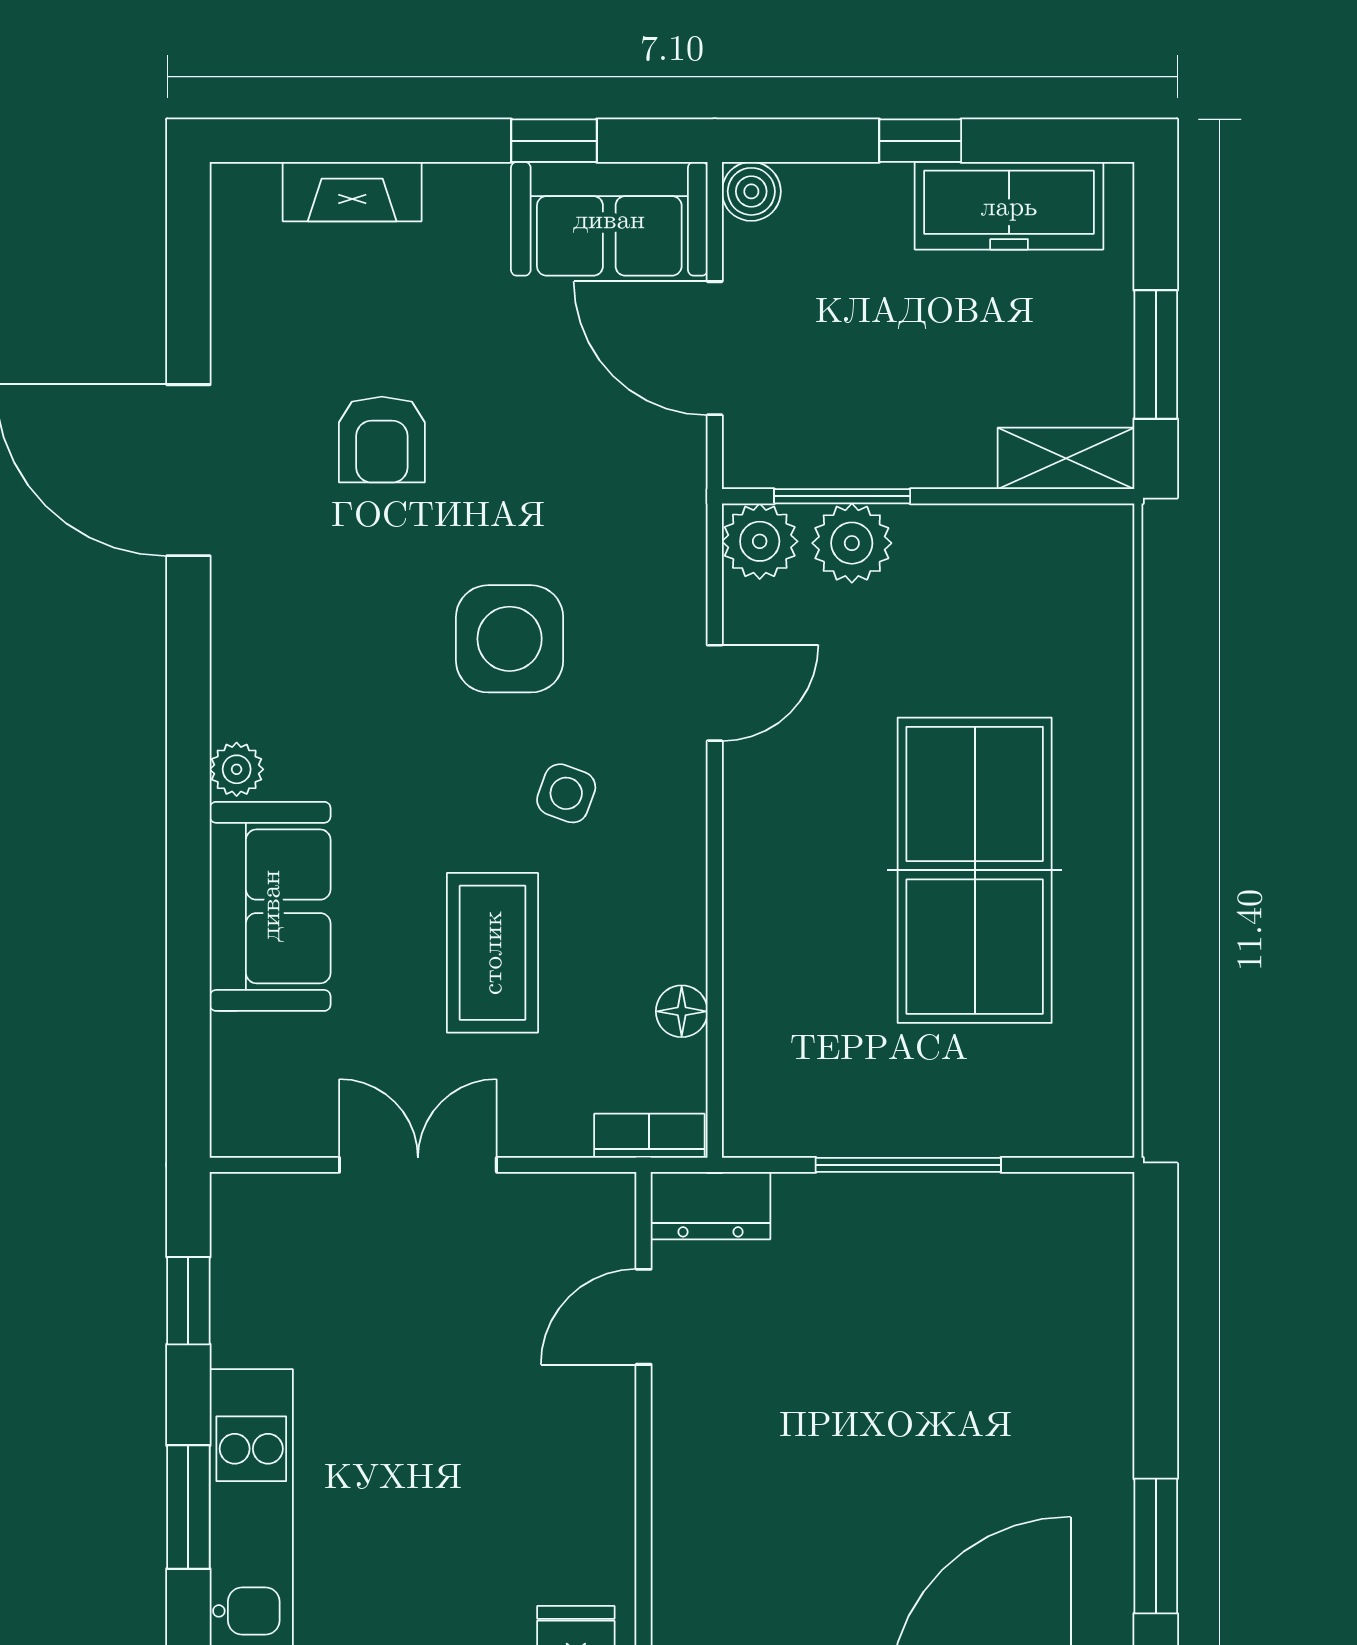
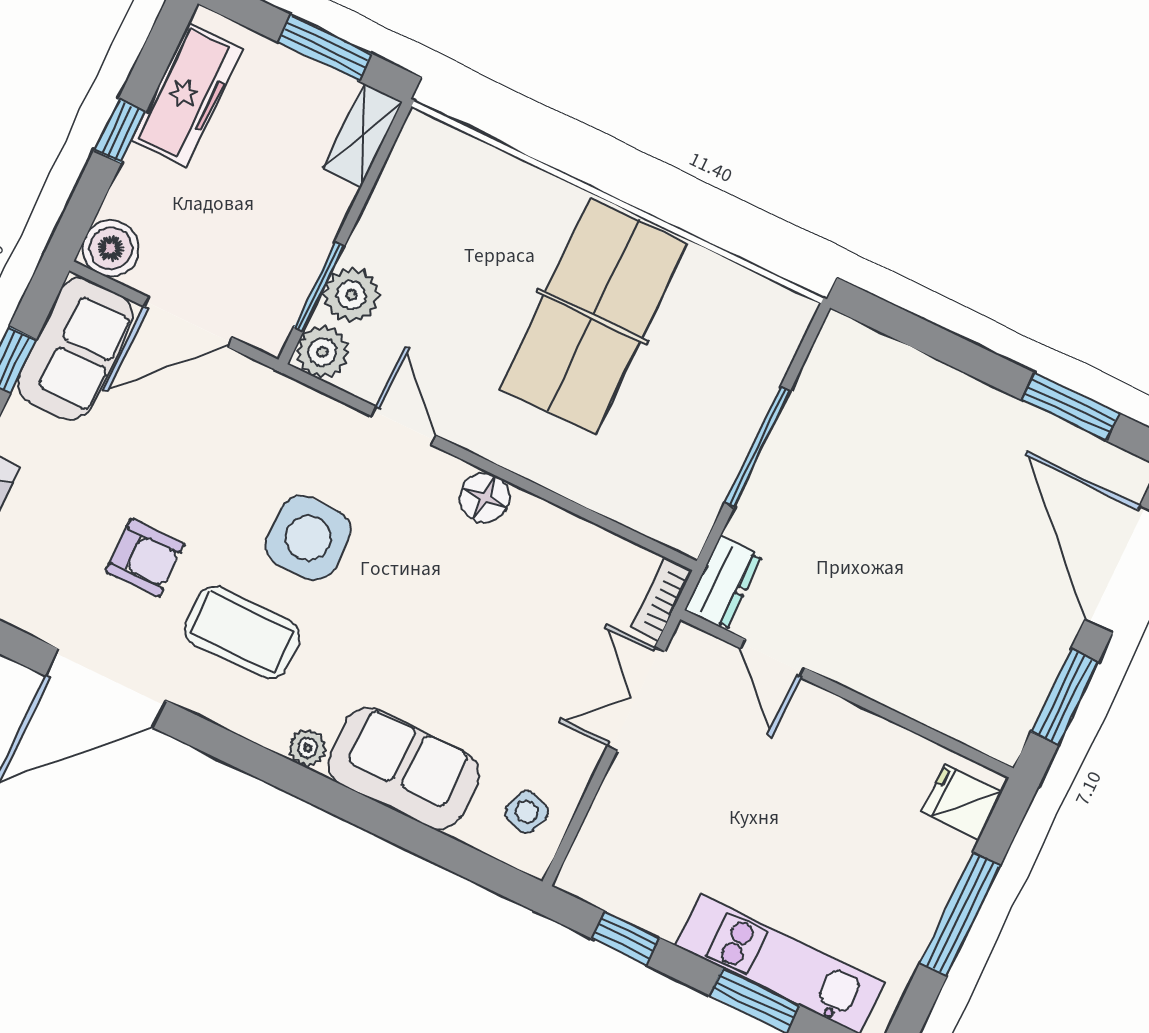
boiler: (751, 191) -> (111, 248), width x1.36, depth x1.36
side table: (566, 793) -> (527, 812), moved
table tennis table: (975, 870) -> (593, 316), turned 90
coffee table: (492, 953) -> (242, 632), moved
floor lamp: (682, 1011) -> (484, 497), moved, width x1.37, depth x1.37
double door: (418, 1165) -> (636, 699), moved

